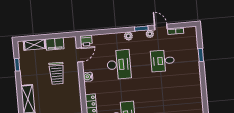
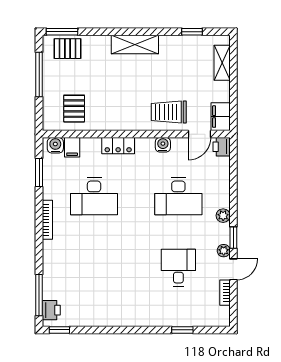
filing cabinet: (55, 44) -> (221, 117), moved
door: (79, 55) -> (199, 134), hinge flipped
trolley: (57, 73) -> (169, 112), moved

